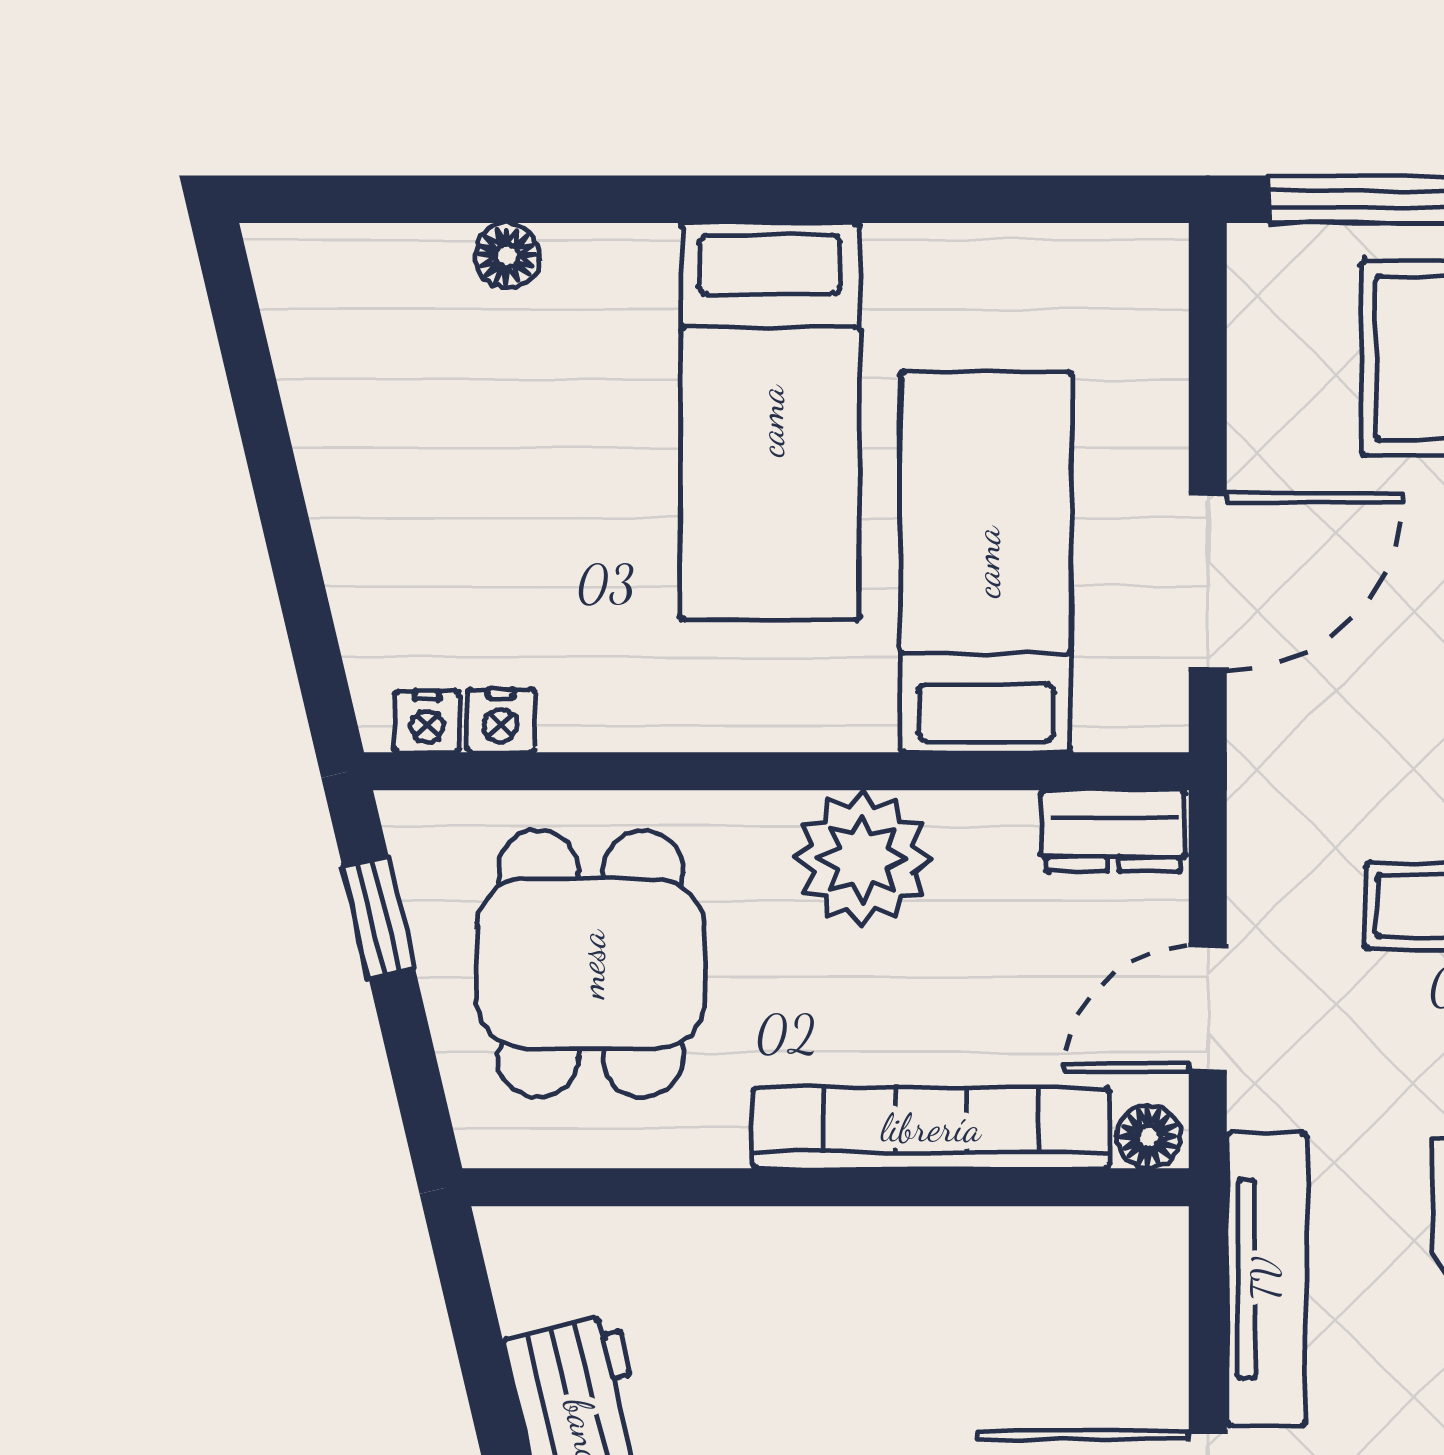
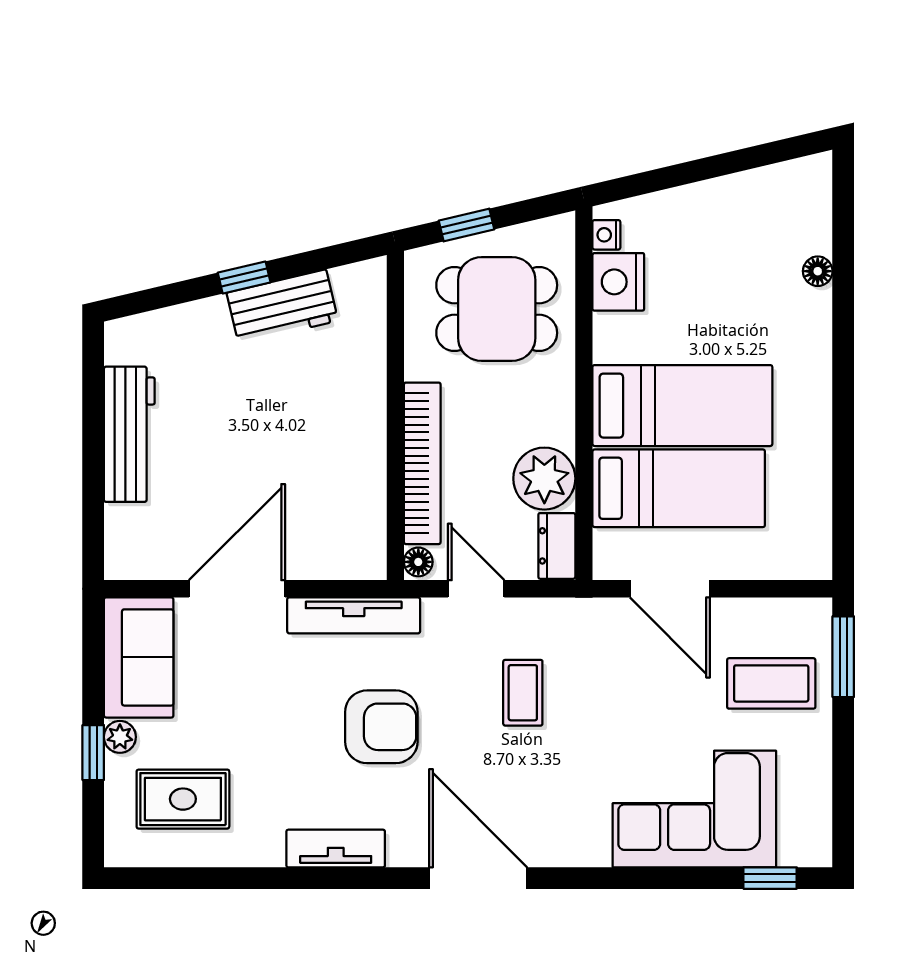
bed: (770, 421) -> (682, 406), moved, turned 180
nightstand: (501, 721) -> (618, 282), width x1.89, depth x1.79
plant: (862, 859) -> (544, 479), moved
window: (379, 918) -> (466, 225), moved

